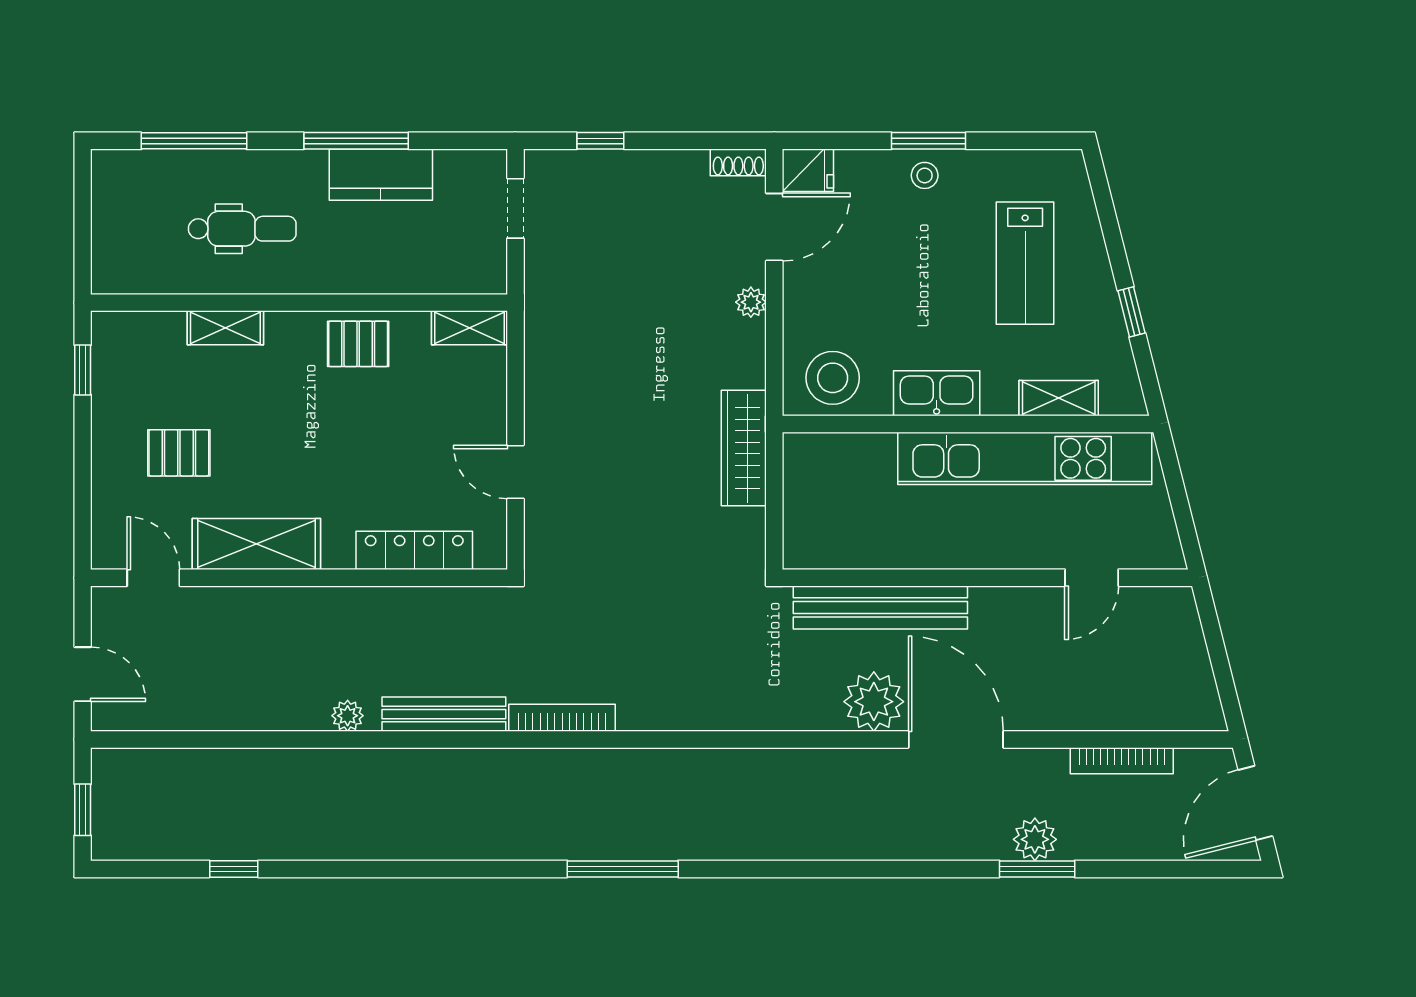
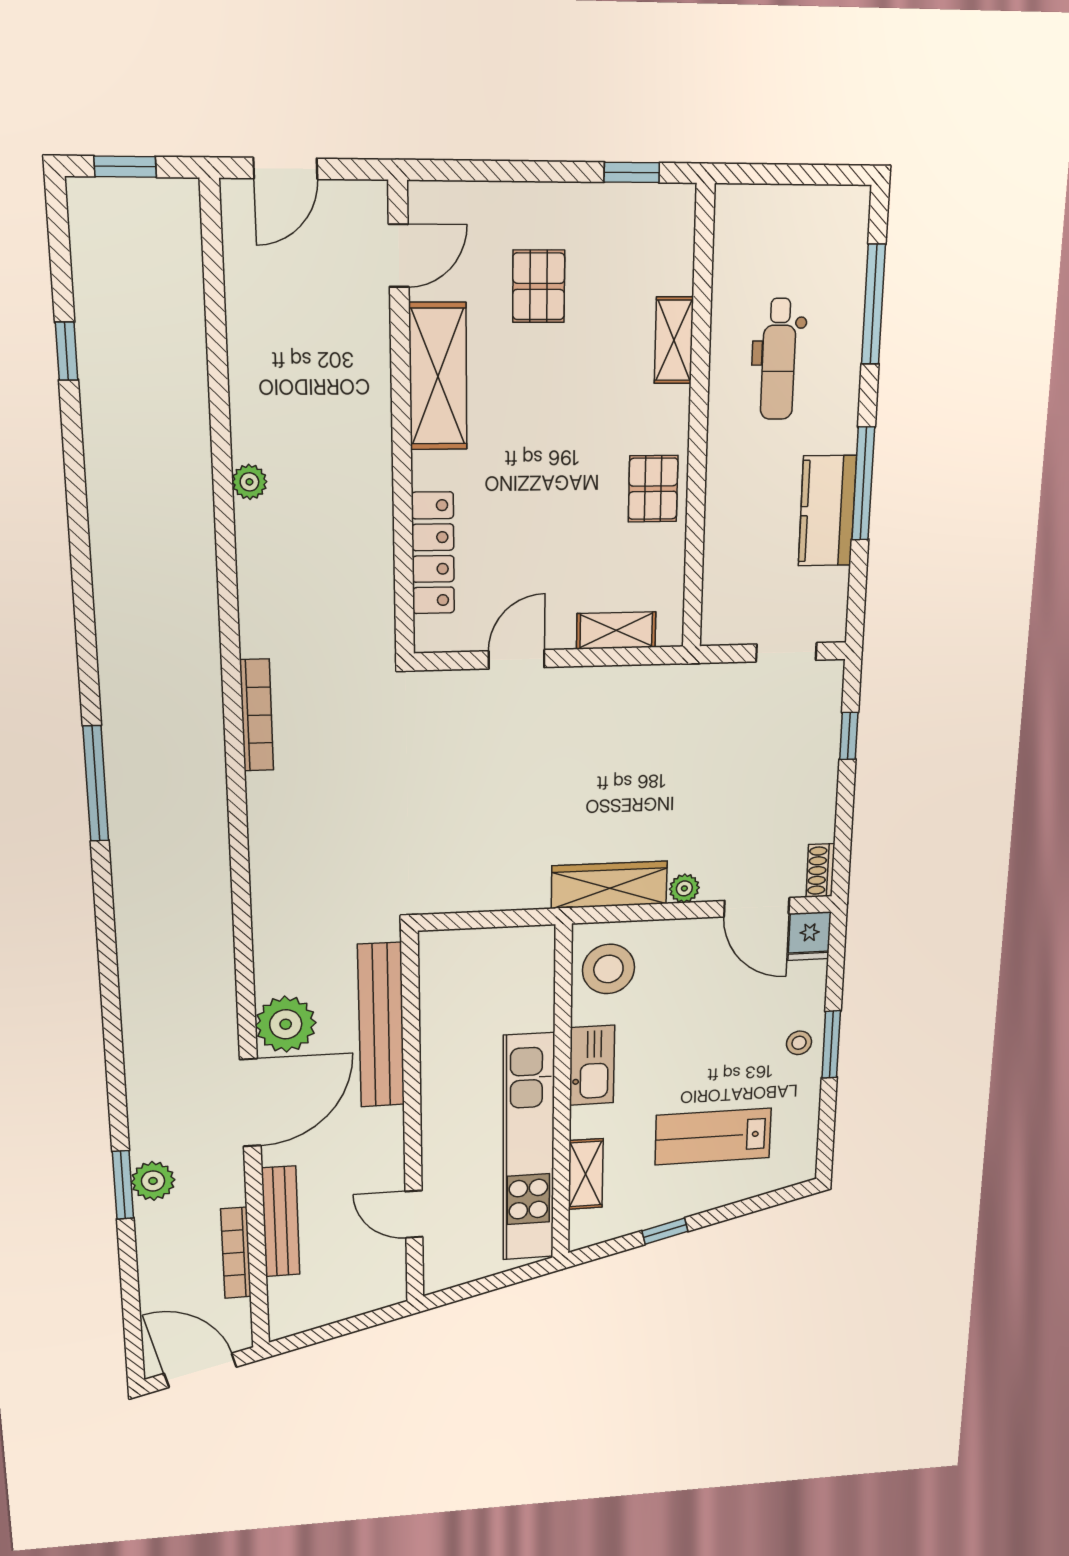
shelving: (469, 328) -> (616, 630), moved, turned 90
wardrobe: (744, 448) -> (609, 885), moved
bench: (444, 714) -> (281, 1222), moved

